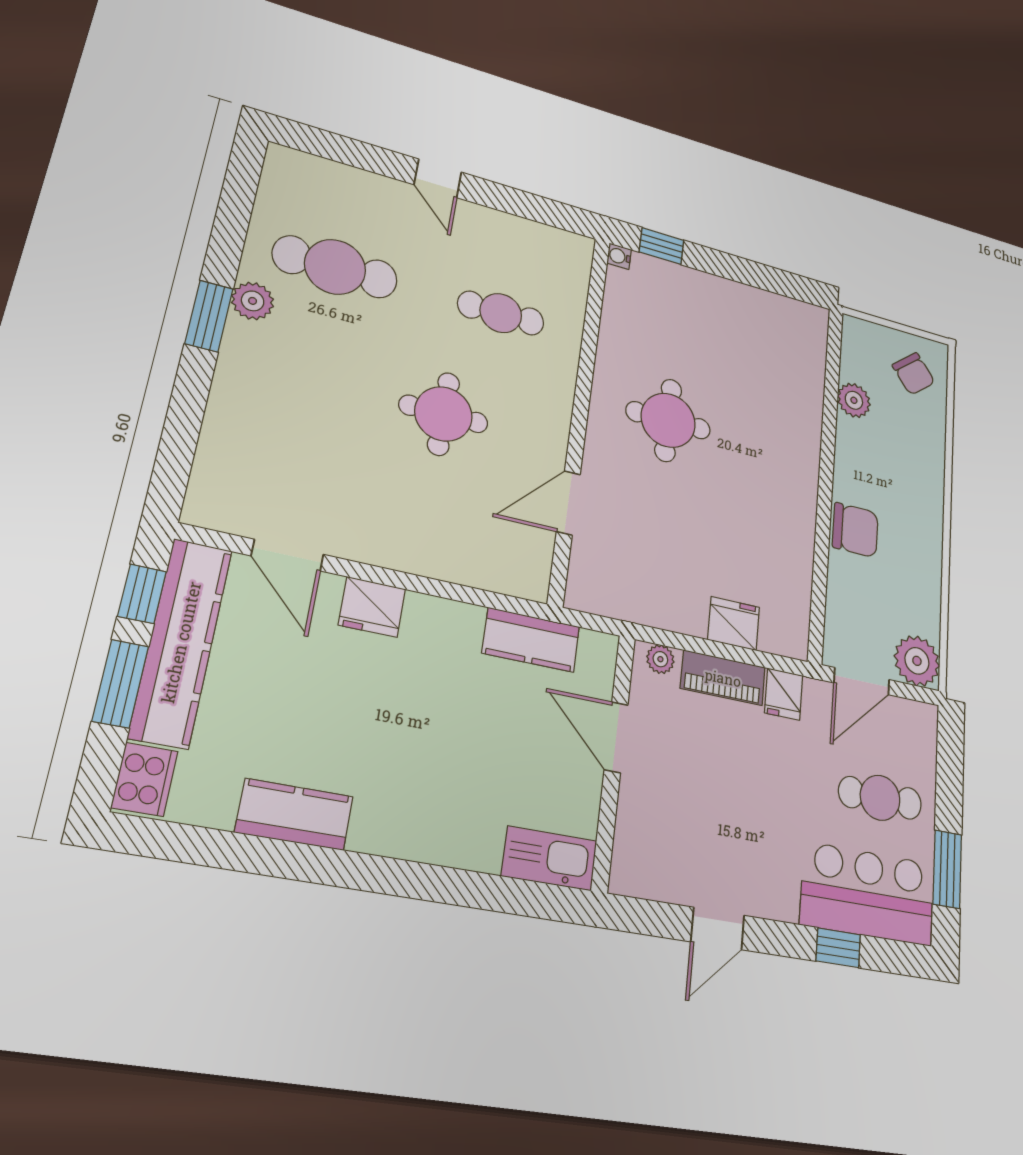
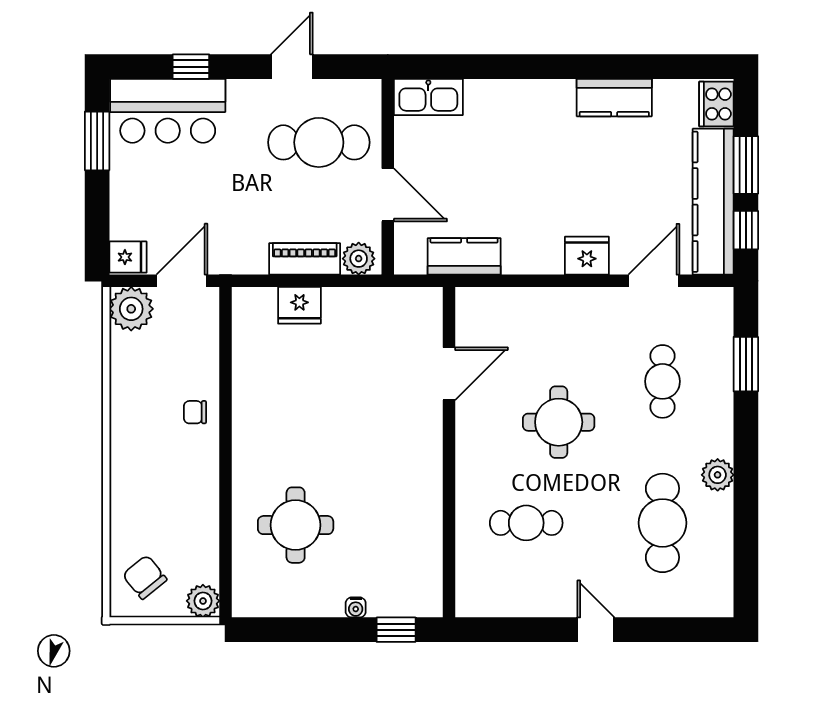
water cooler: (619, 256) -> (356, 607), moved, turned 90
cafe table: (335, 267) -> (662, 523), turned 90
window: (209, 316) -> (746, 364), moved
plant: (854, 400) -> (203, 601), moved
round table: (668, 420) -> (296, 525), moved
cafe table: (302, 428) -> (662, 381), added
chair: (855, 530) -> (195, 412), width x0.54, depth x0.54
door: (287, 555) -> (654, 281), hinge flipped
plant: (660, 659) -> (359, 259), width x1.38, depth x1.38
fridge: (784, 694) -> (128, 257), moved, turned 90
cafe table: (880, 798) -> (319, 142), moved, width x1.37, depth x1.35

